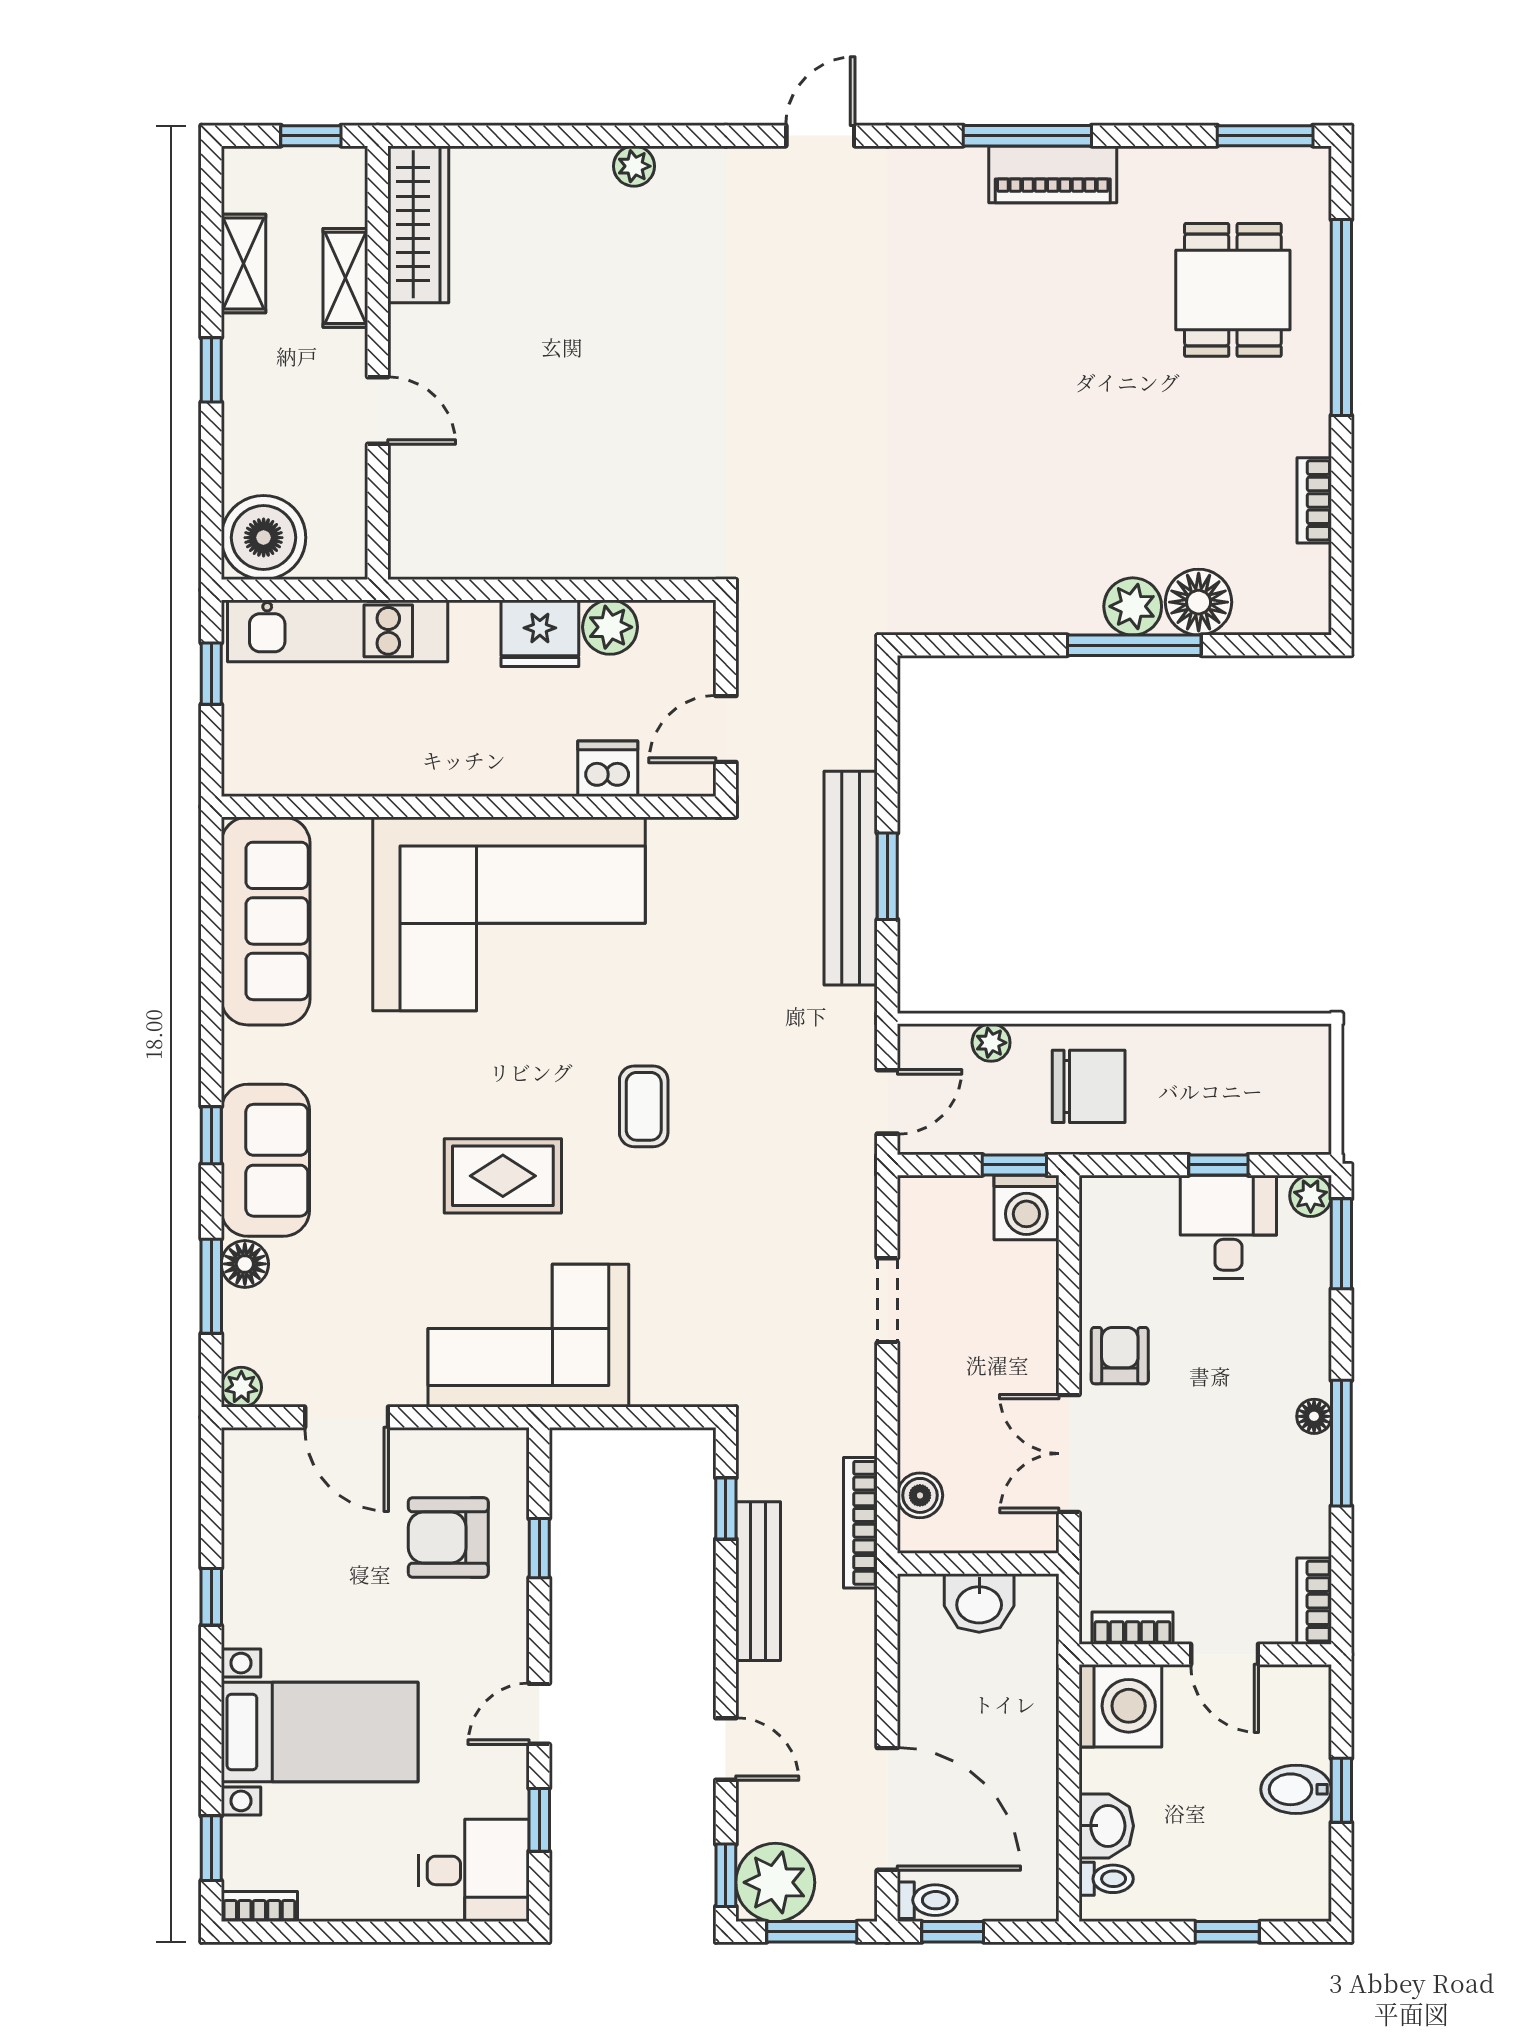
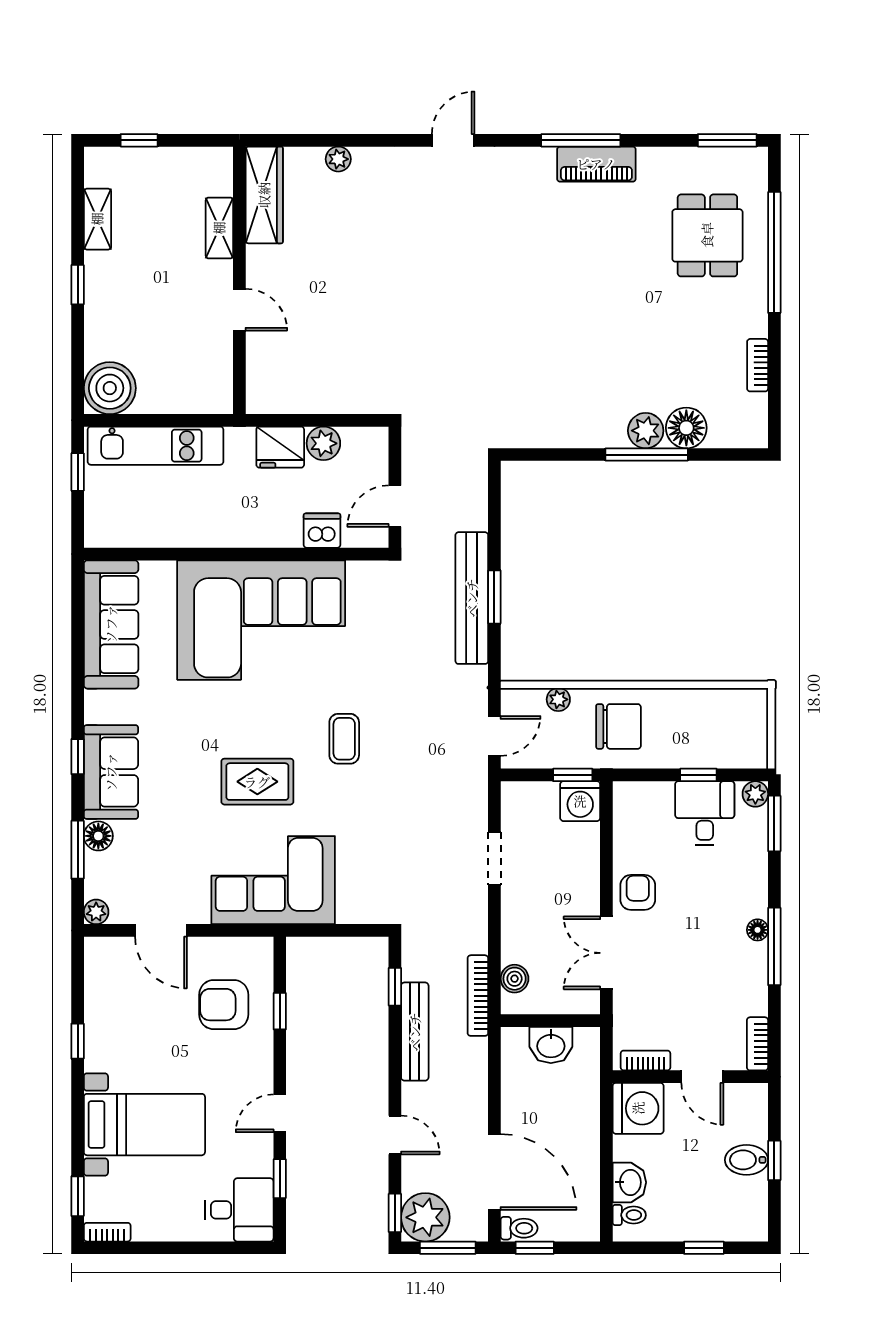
wardrobe: (418, 224) -> (264, 195), moved
shelving: (345, 278) -> (219, 228), moved
wall: (378, 363) -> (239, 280), moved
door: (378, 410) -> (239, 310), moved

